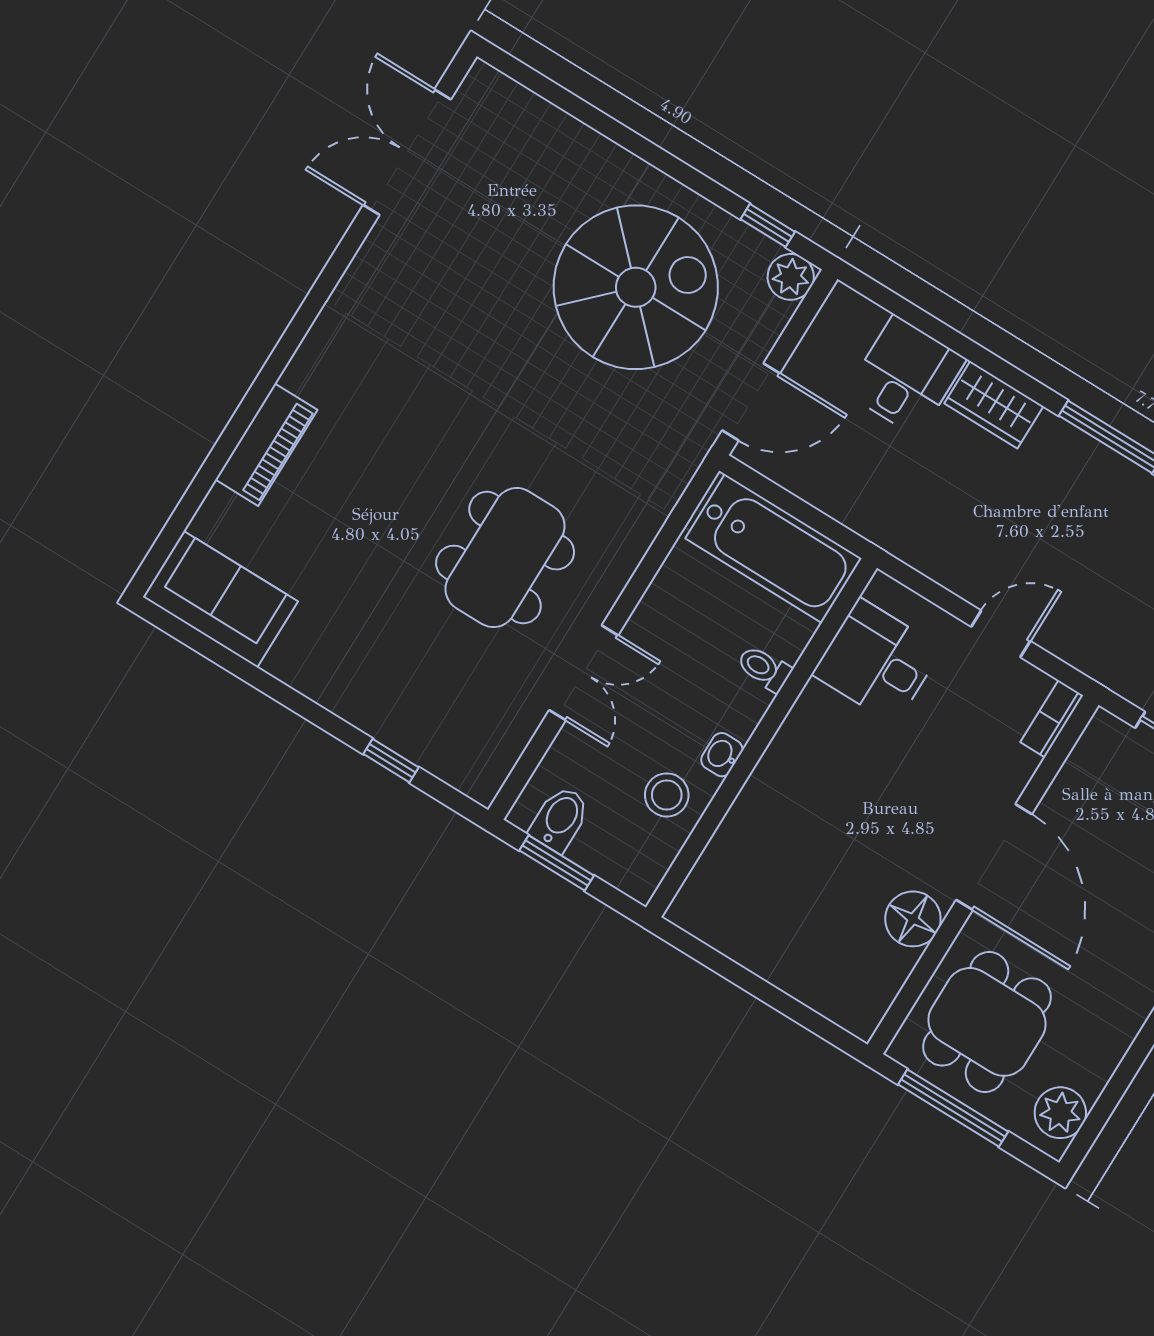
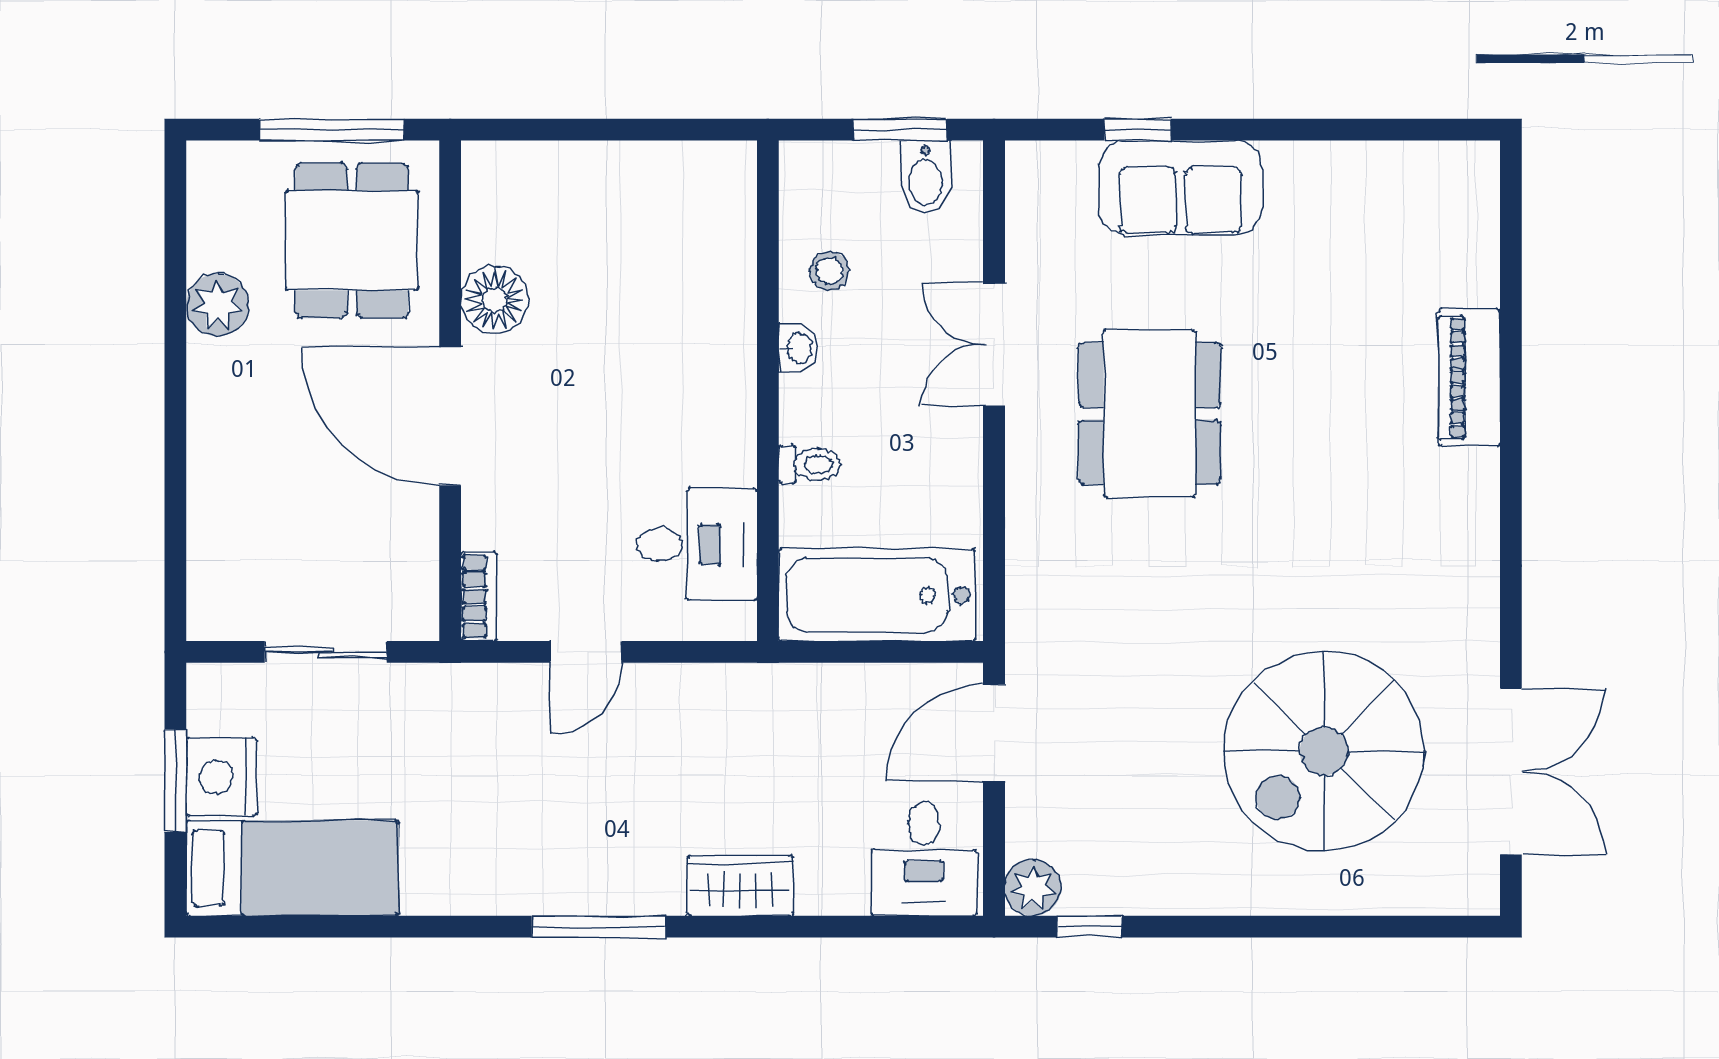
spiral stairs: (636, 287) -> (1324, 751), moved
desk: (906, 376) -> (924, 859), moved
sofa: (220, 599) -> (1181, 188), moved
stool: (667, 795) -> (829, 271), width x0.73, depth x0.73
plant: (1060, 1113) -> (217, 305), moved

